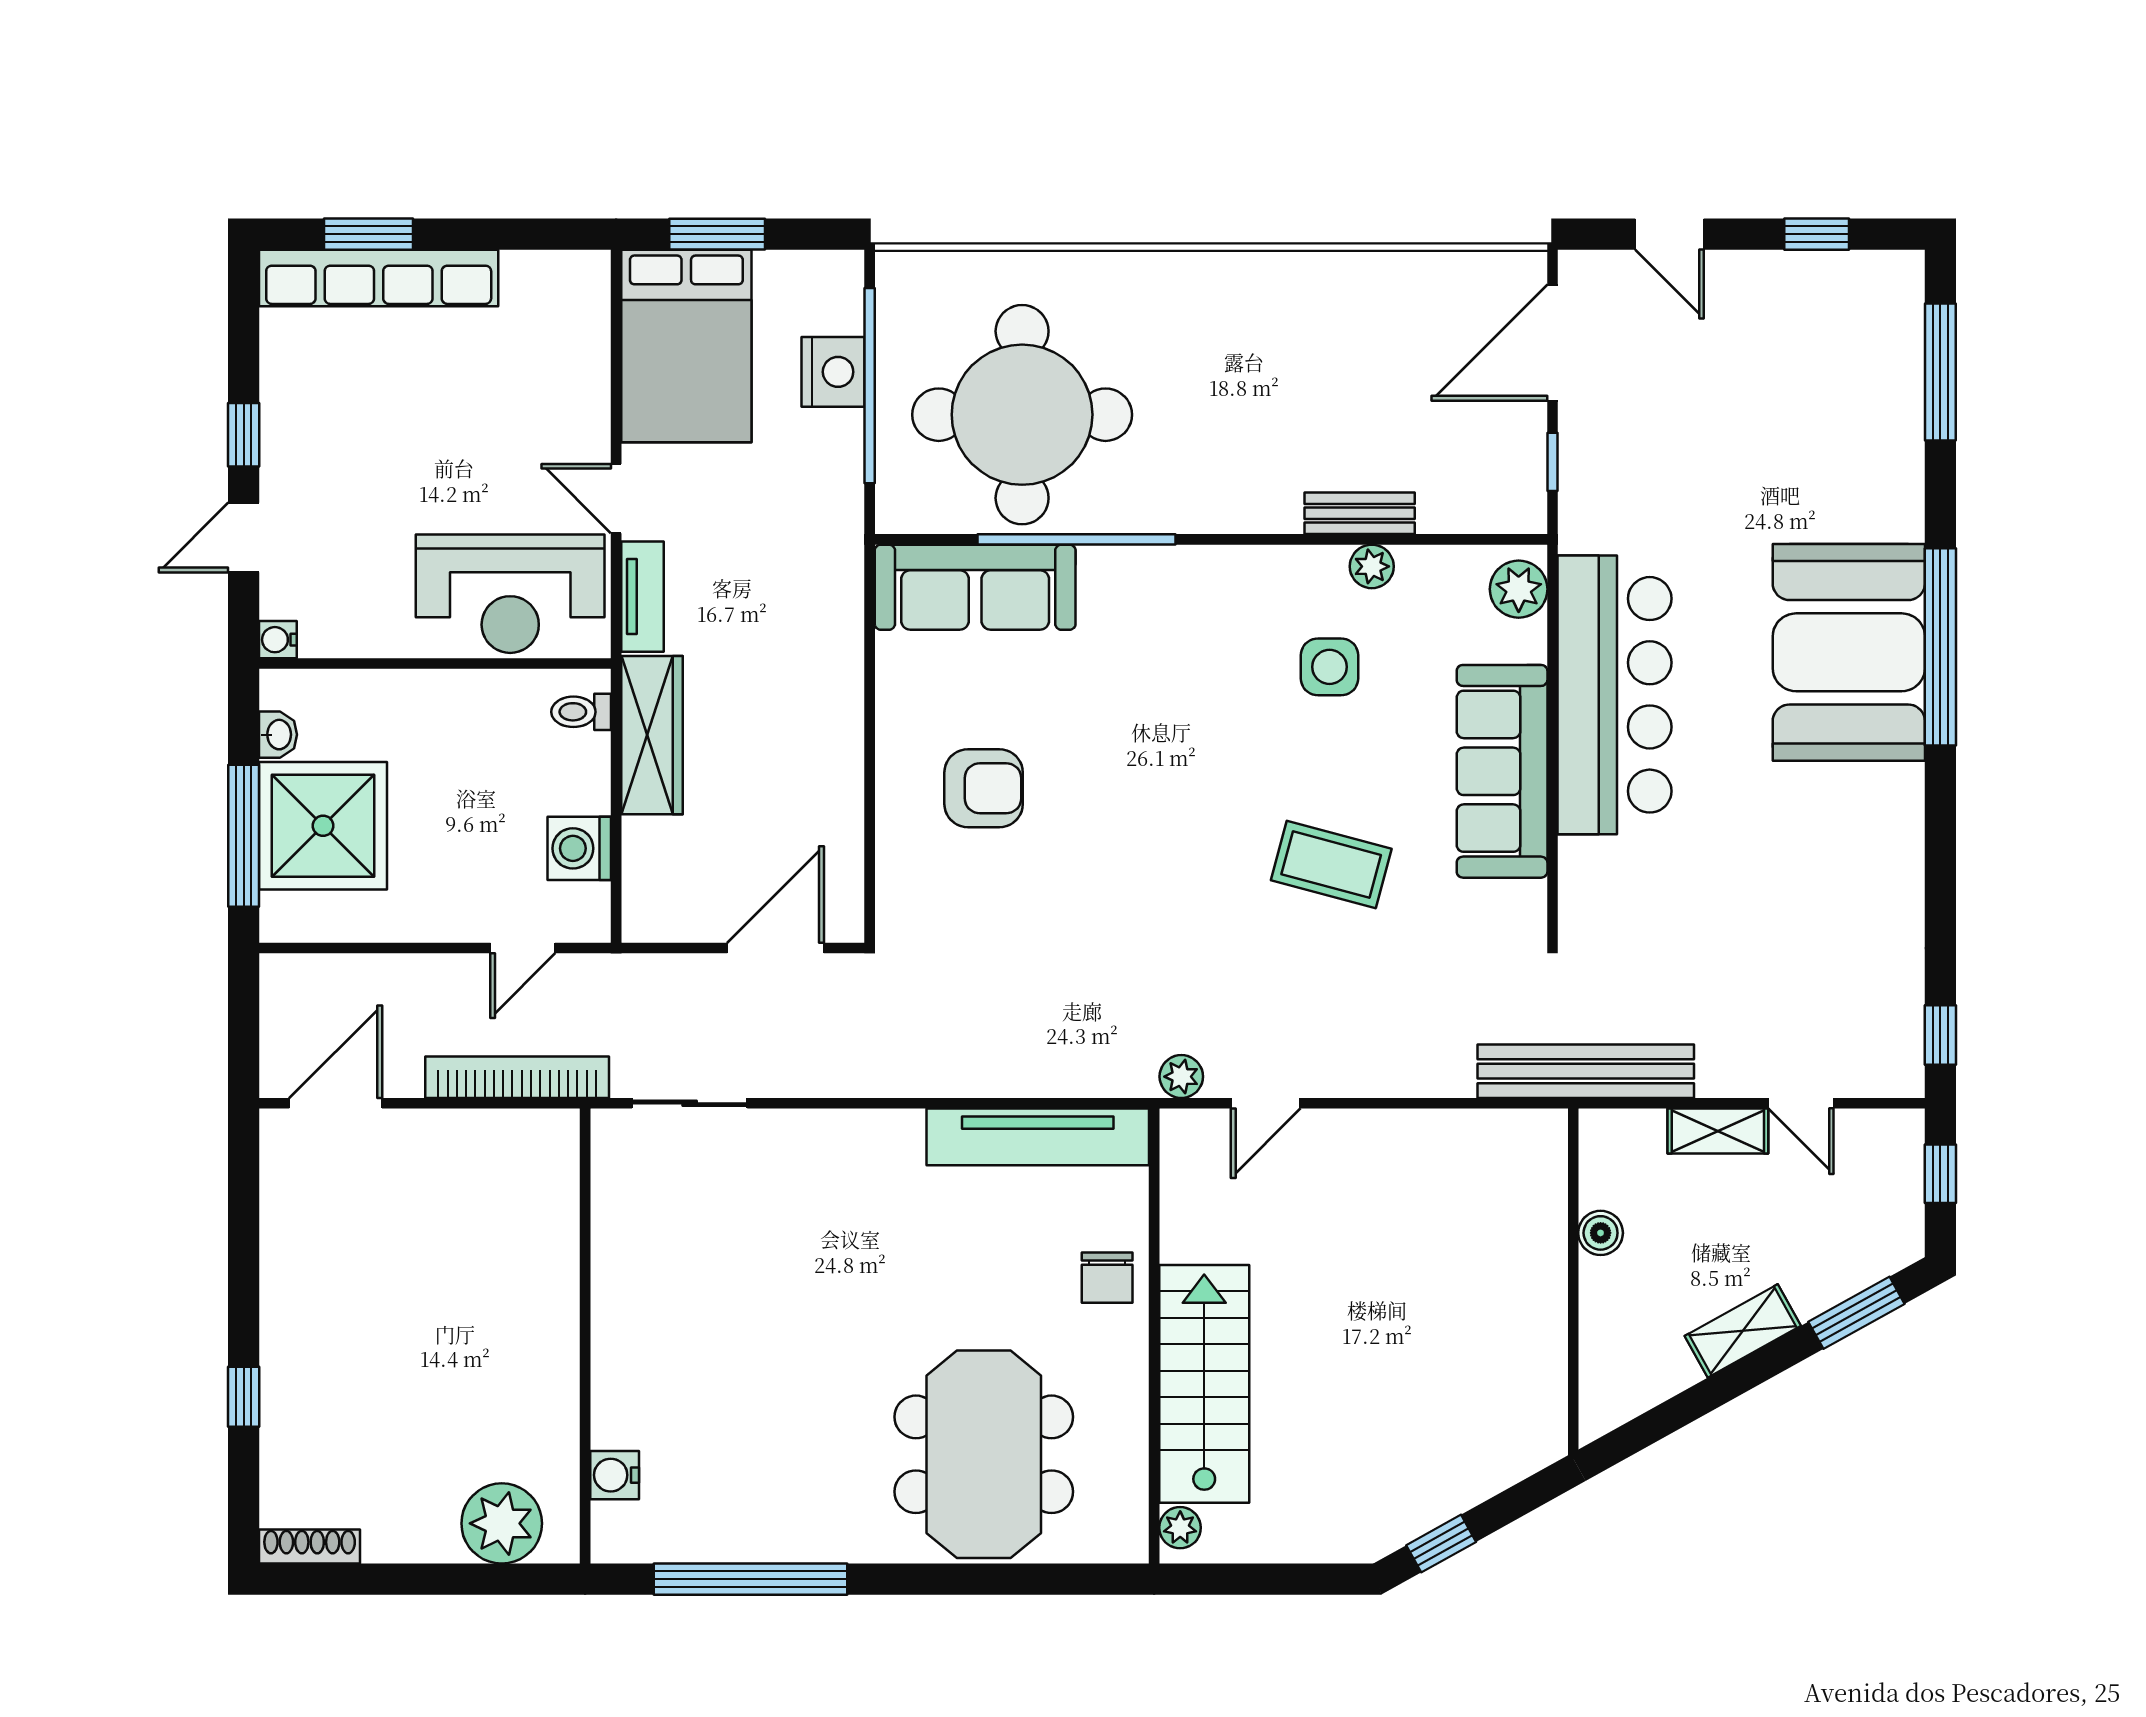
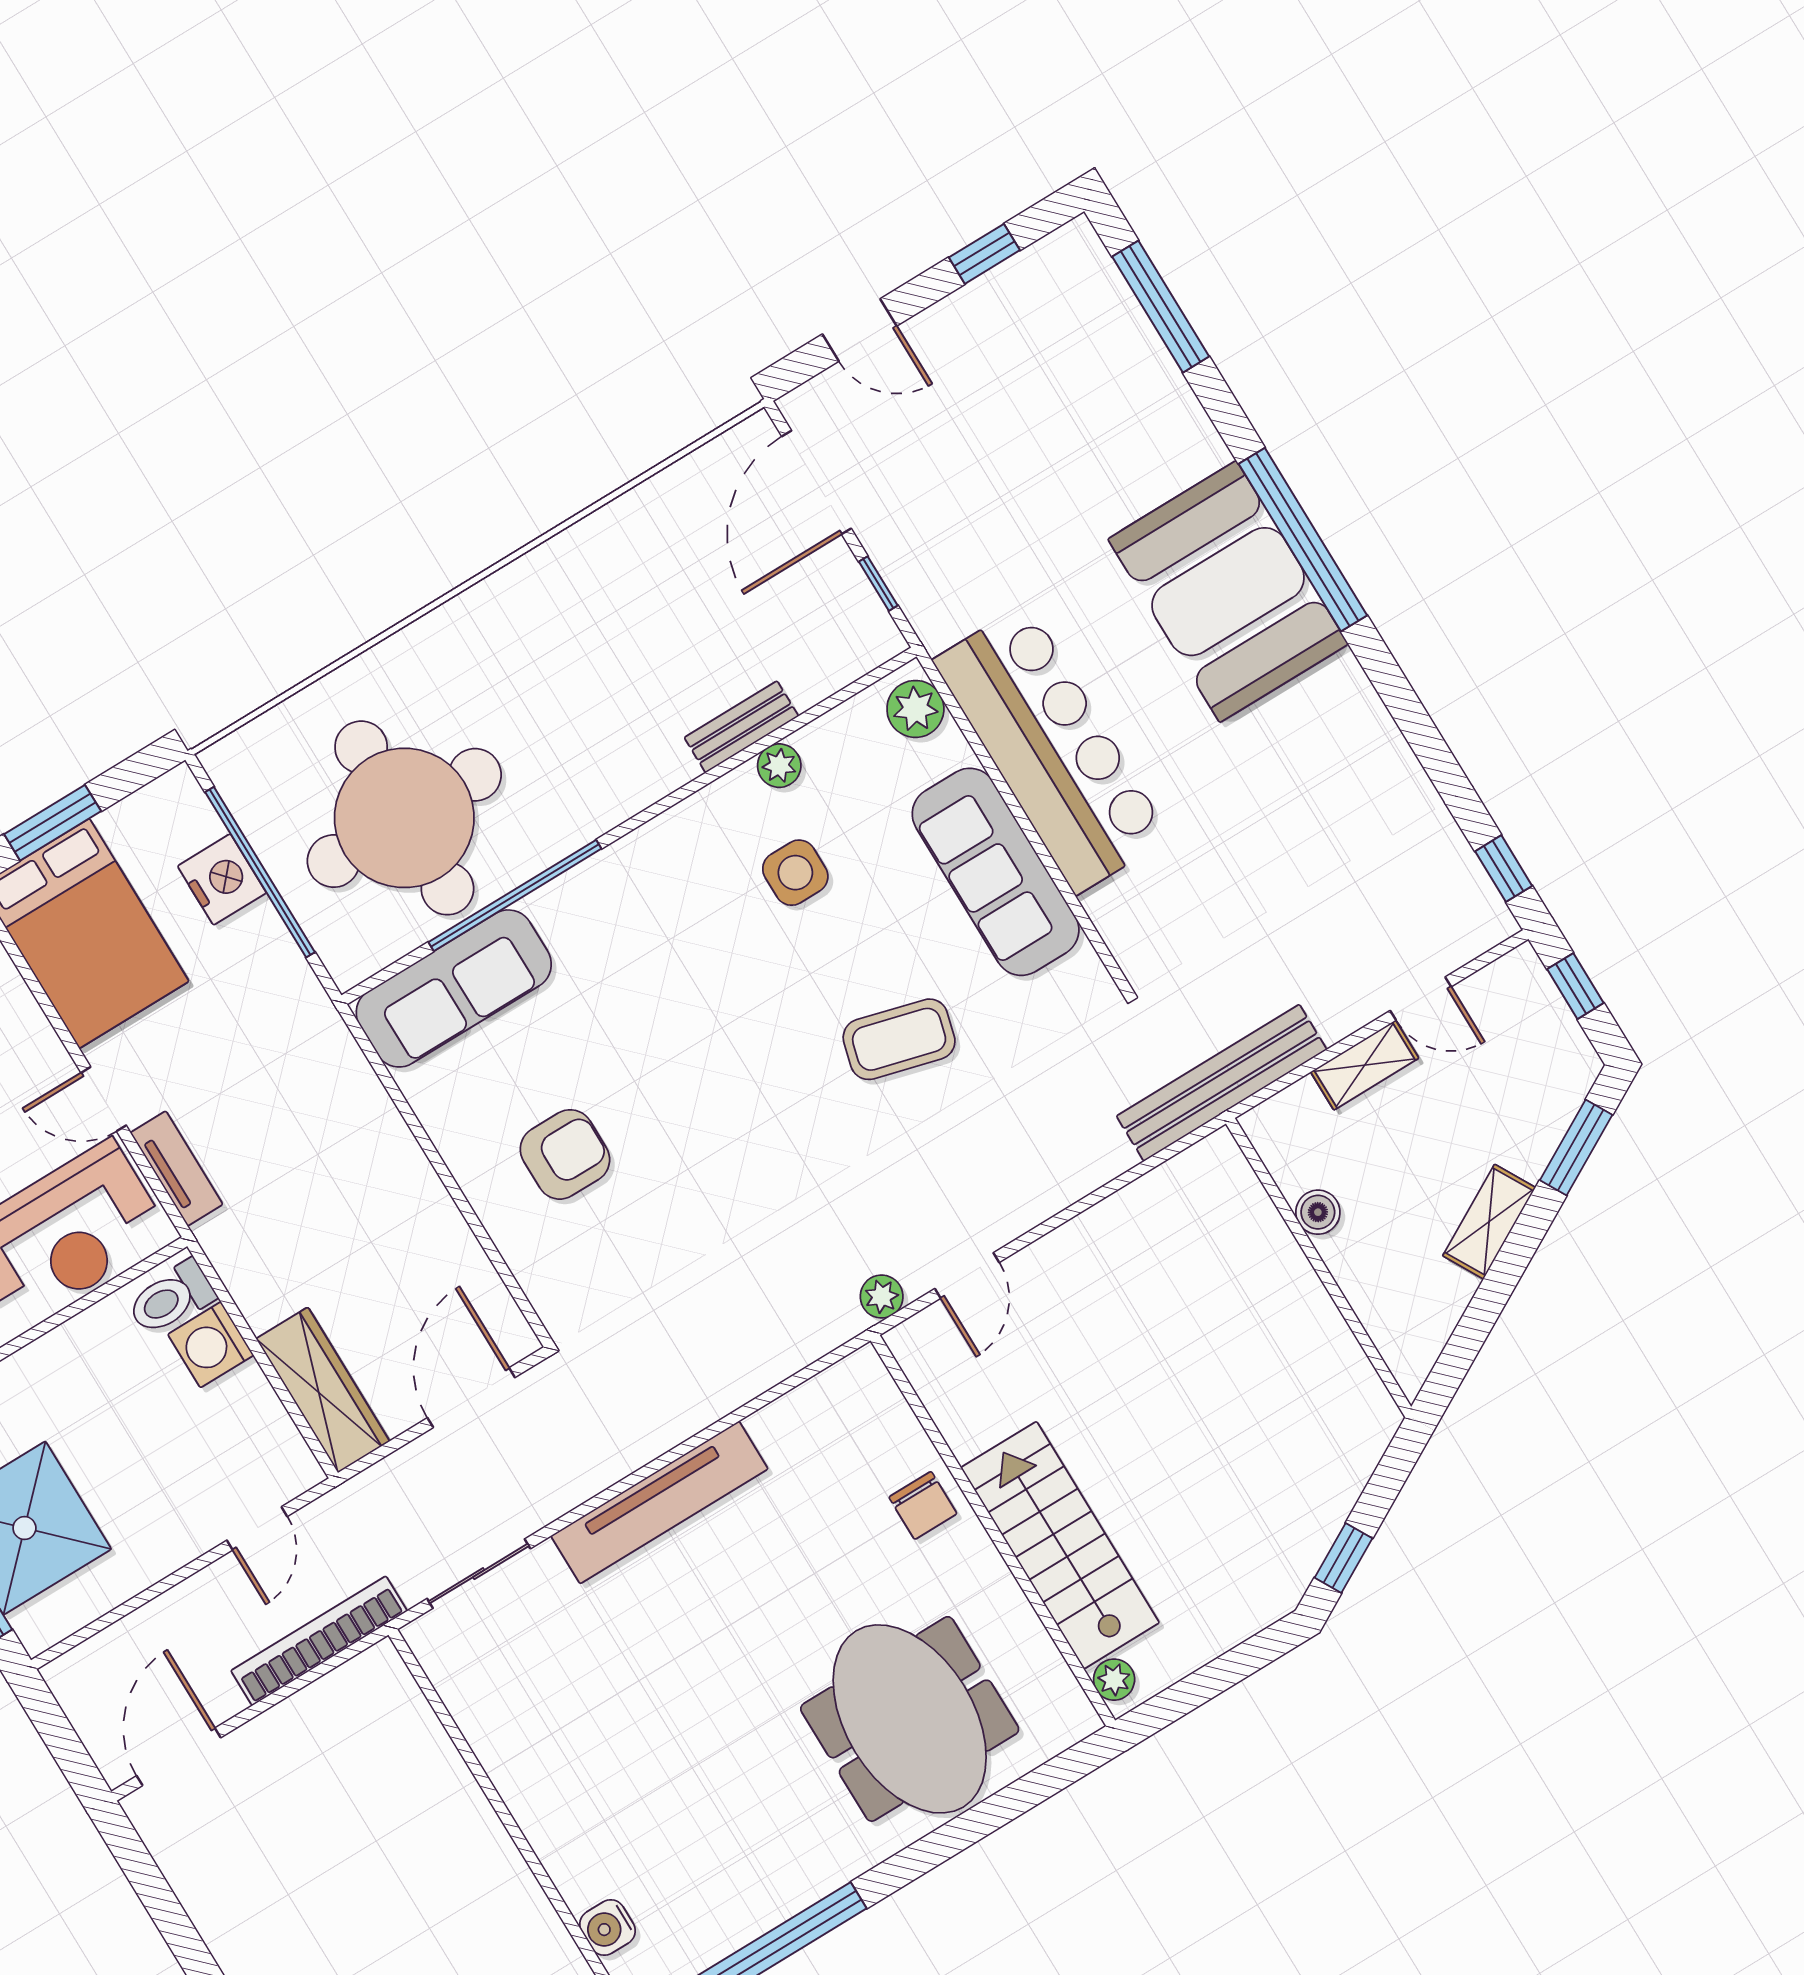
toilet: (581, 712) -> (171, 1298), width x1.37, depth x1.39
wardrobe: (652, 735) -> (323, 1390), moved
washing machine: (579, 848) -> (211, 1345), moved
tv unit: (1038, 1137) -> (659, 1502), moved

